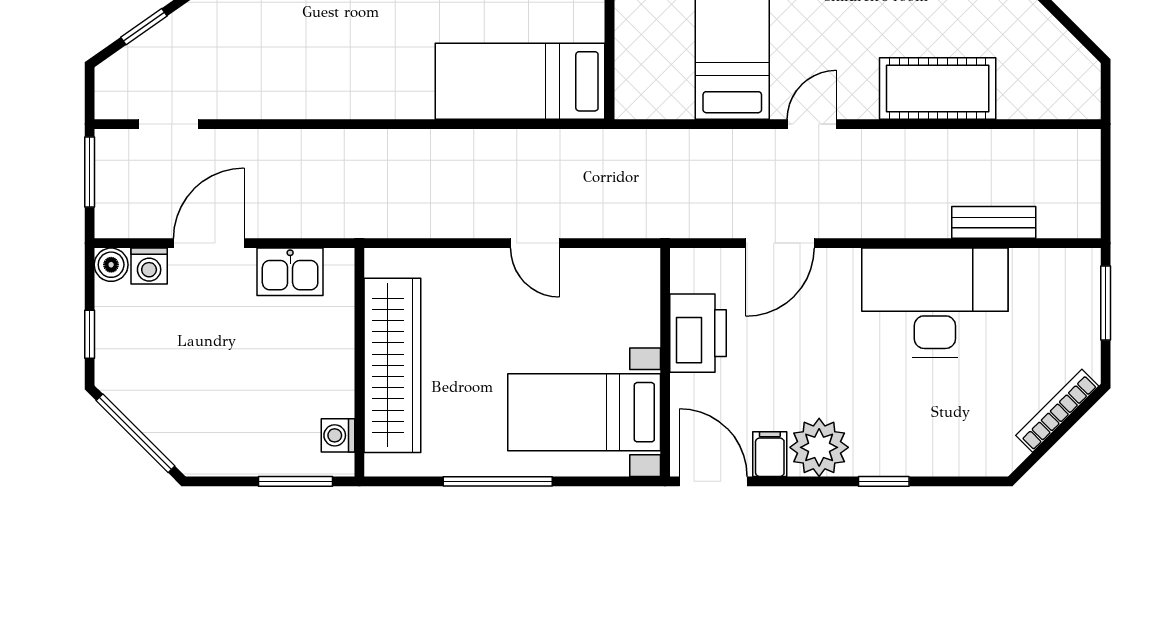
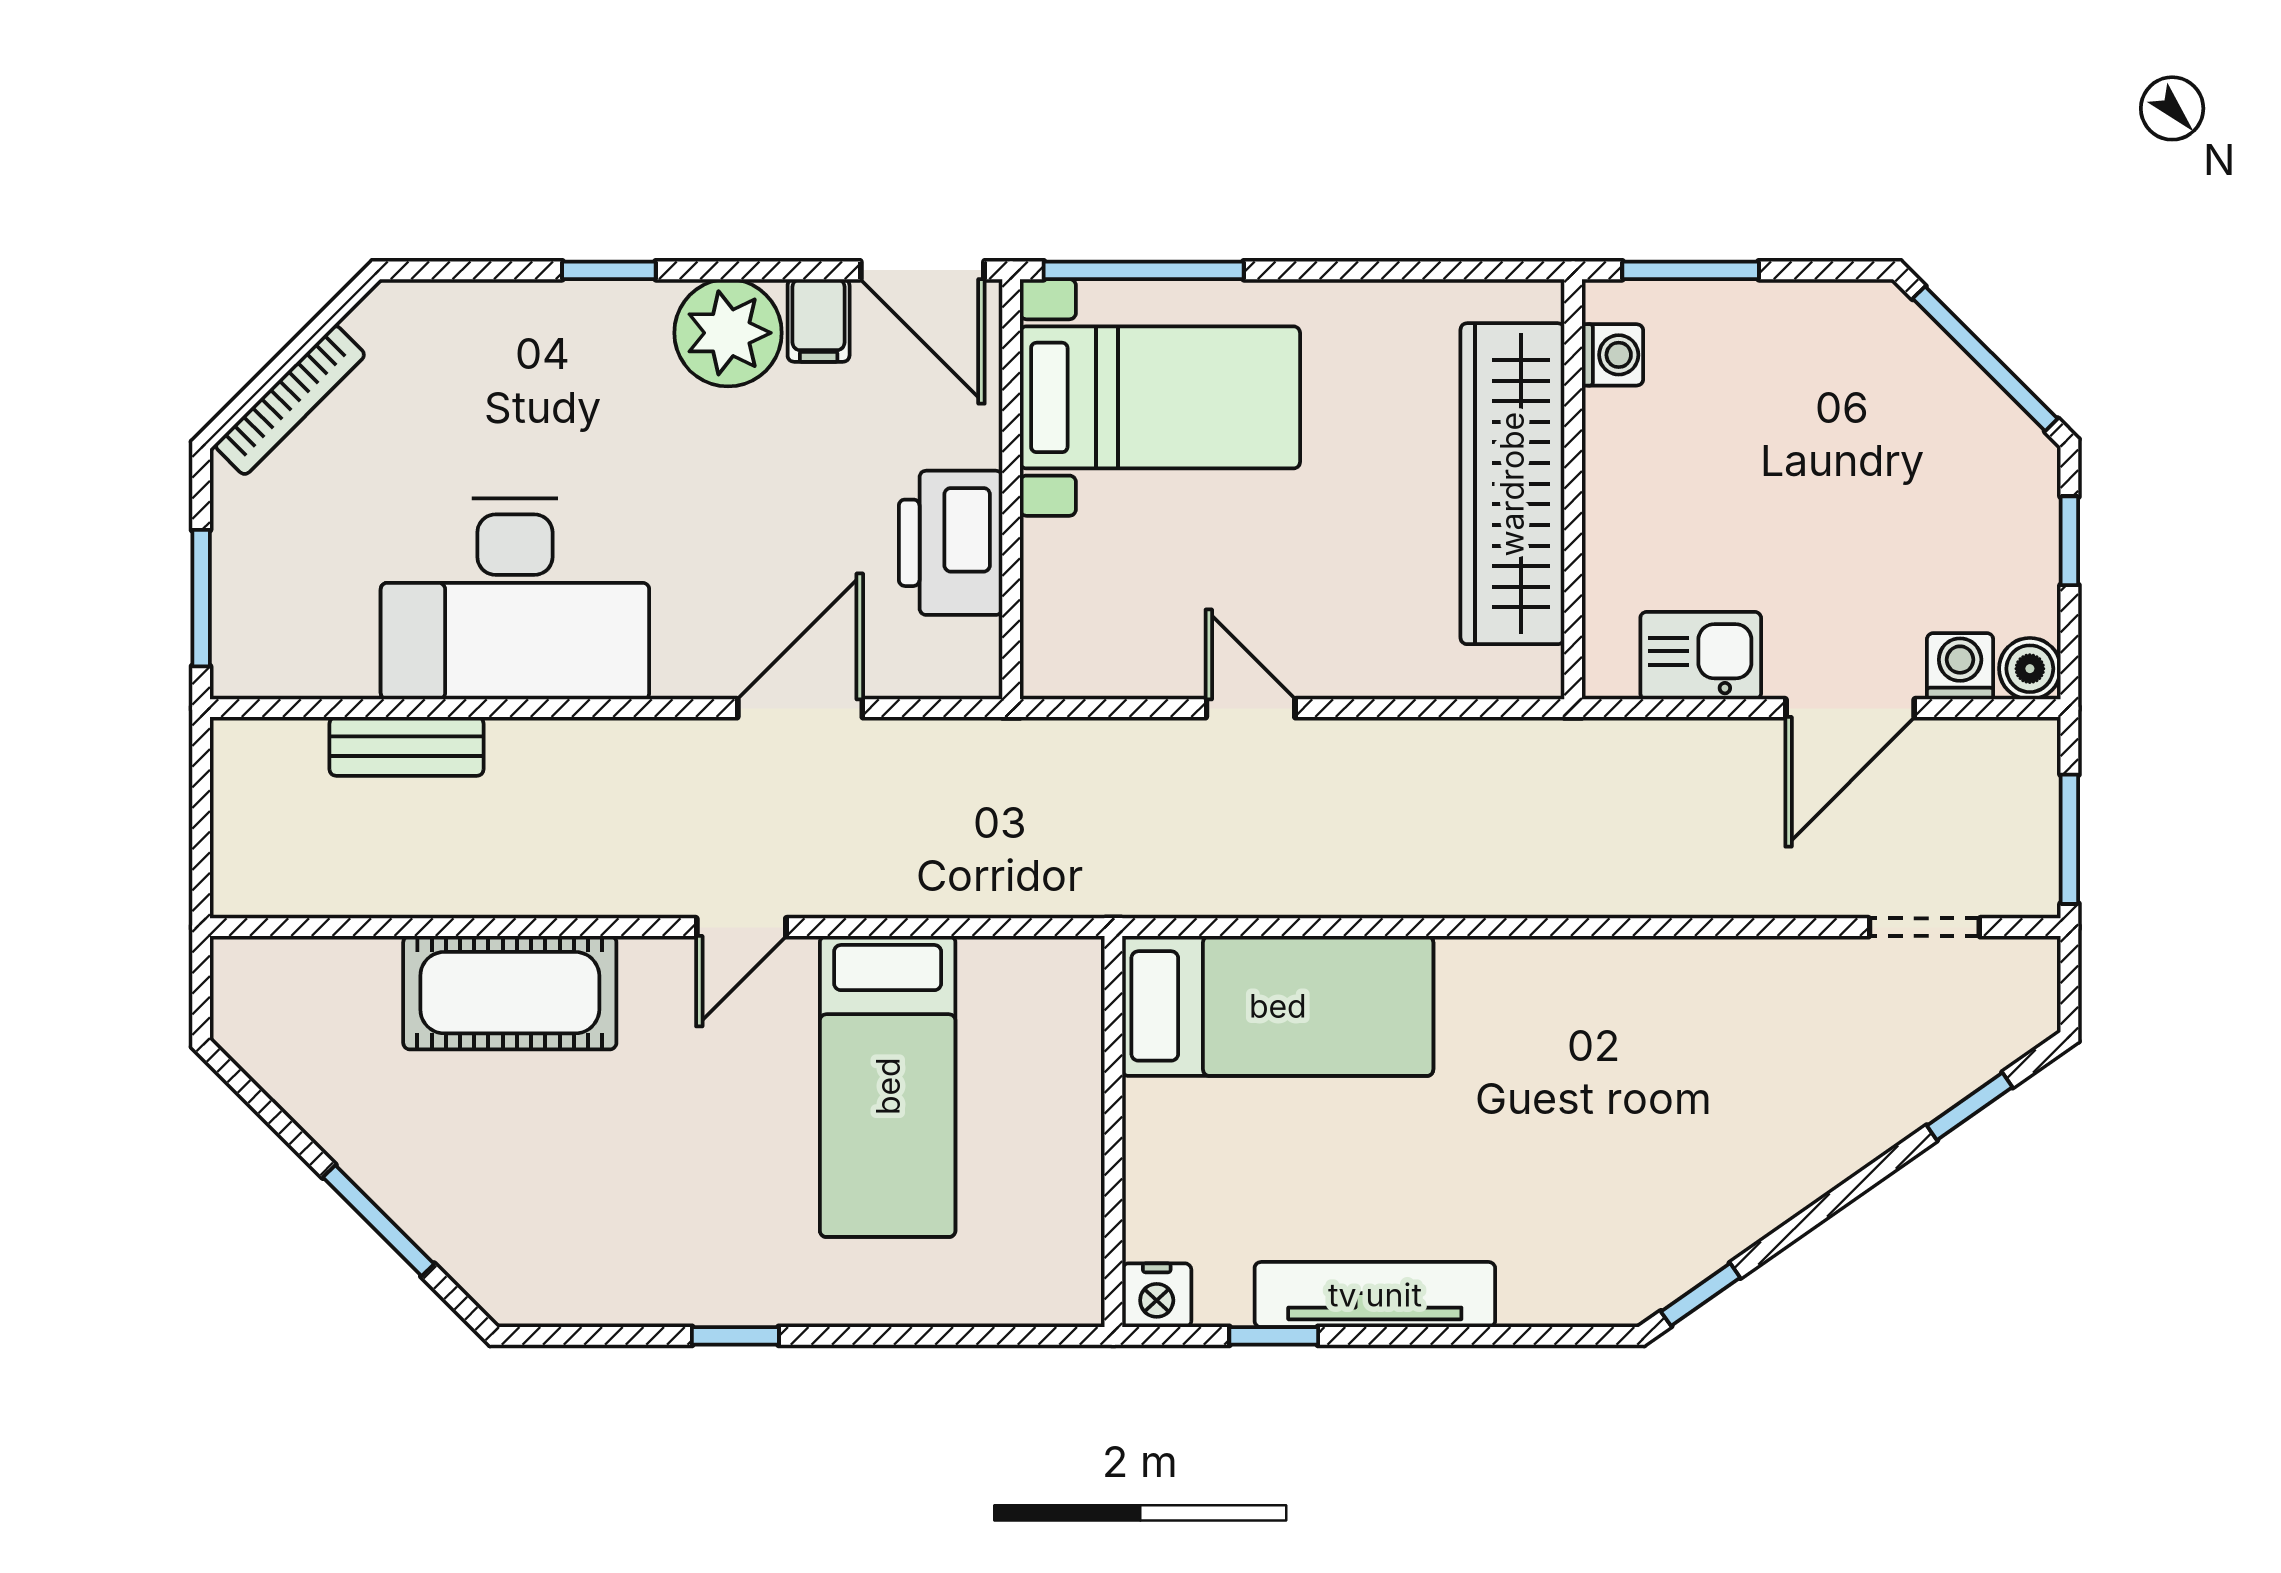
window: (498, 481) -> (1144, 270), moved

